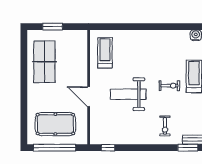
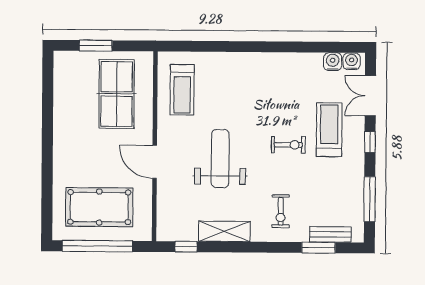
treadmill: (105, 53) -> (182, 90), turned 180
table tennis table: (44, 62) -> (117, 94), moved
weight bench: (128, 94) -> (220, 159), turned 90
shelving: (131, 138) -> (224, 231), added

